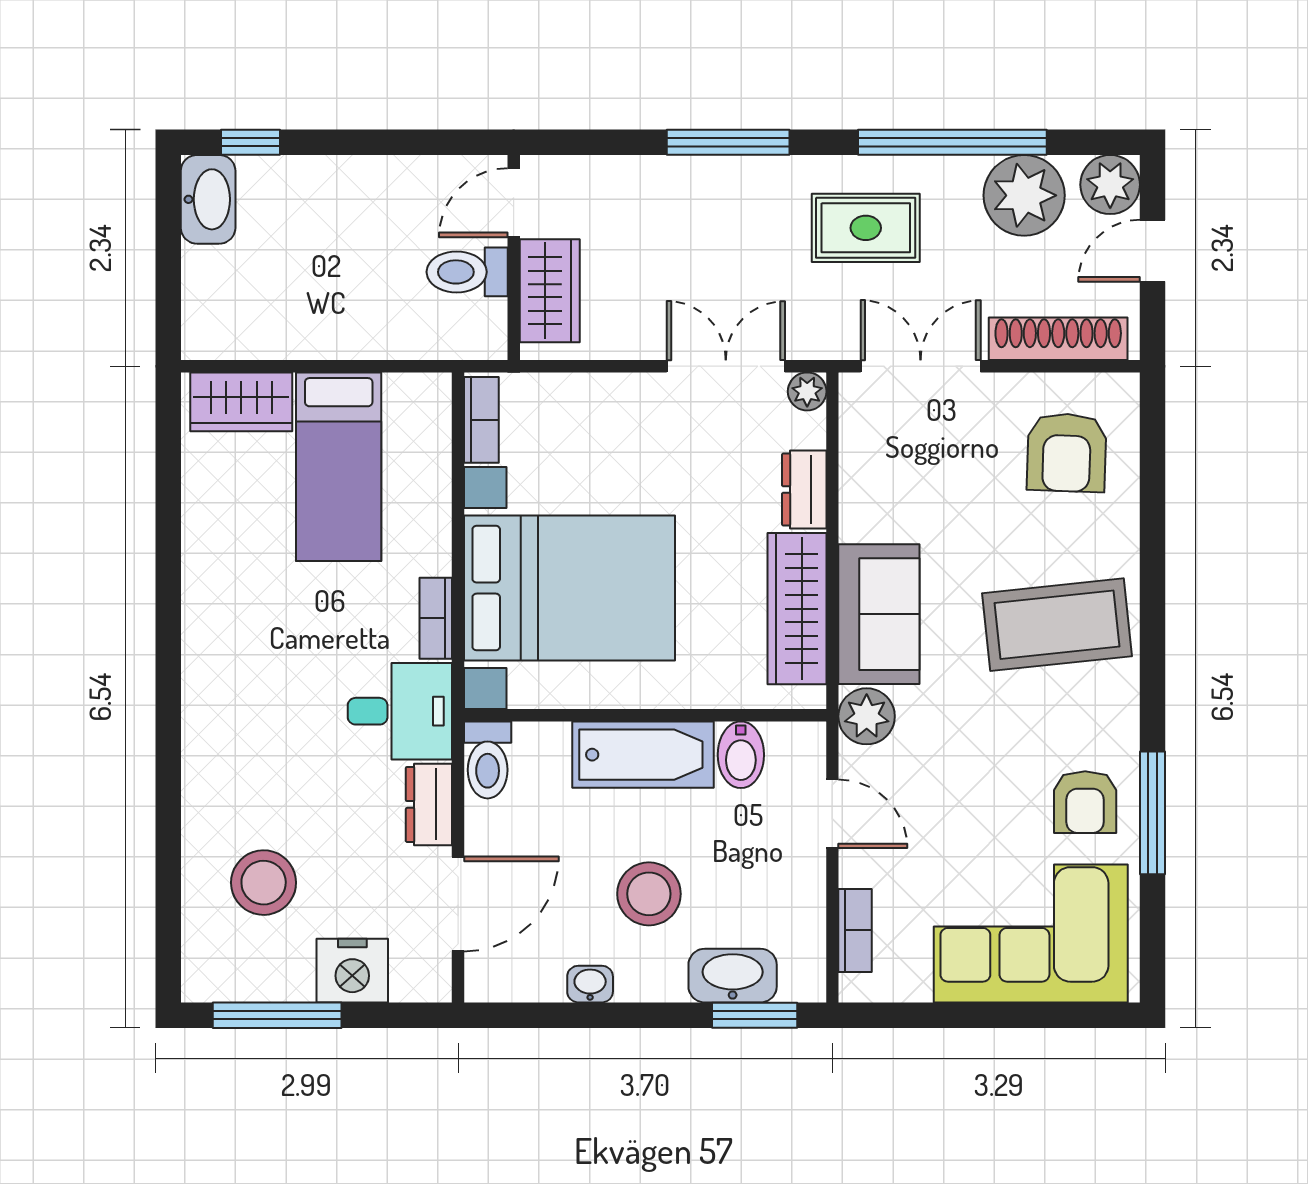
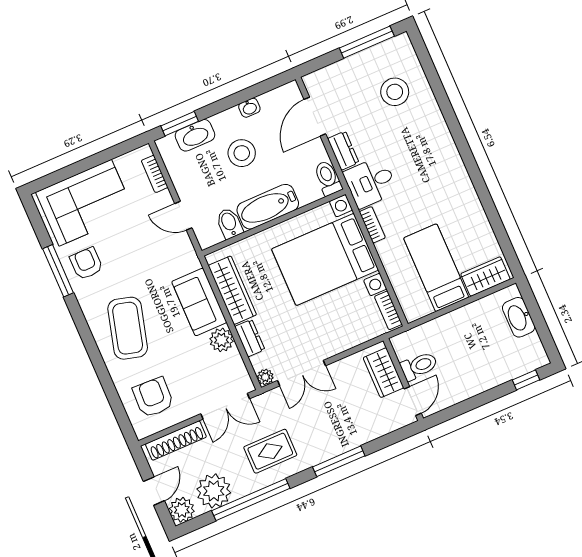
washbasin: (208, 199) -> (519, 317), moved
coffee table: (1057, 625) -> (128, 328), turned -69
plant: (867, 716) -> (221, 340), moved
nightstand: (352, 971) -> (345, 72), removed

